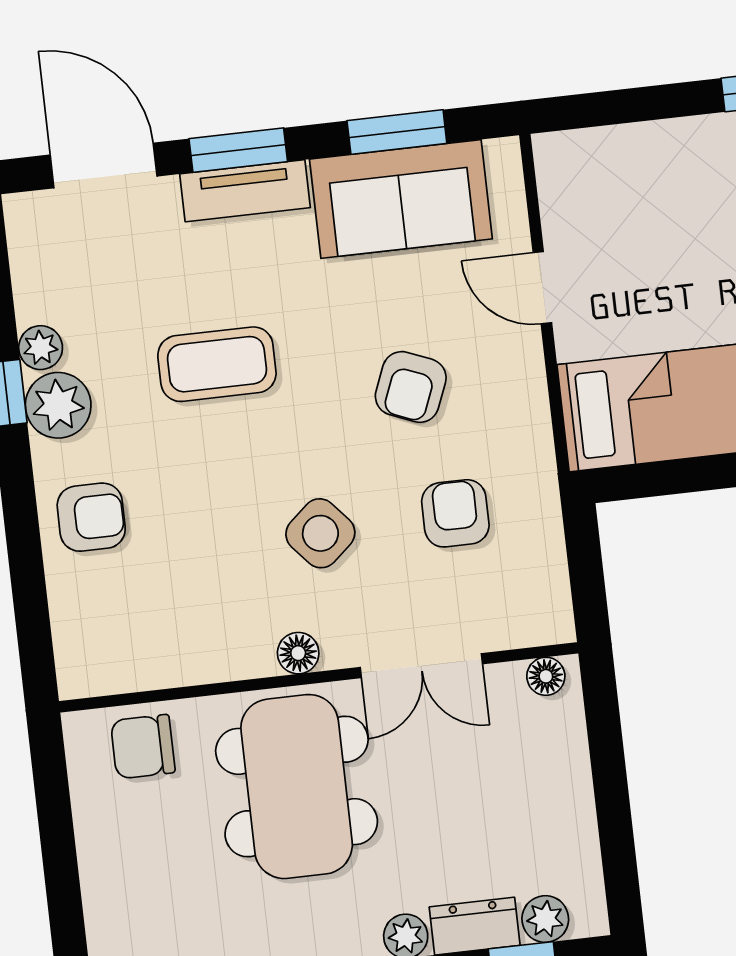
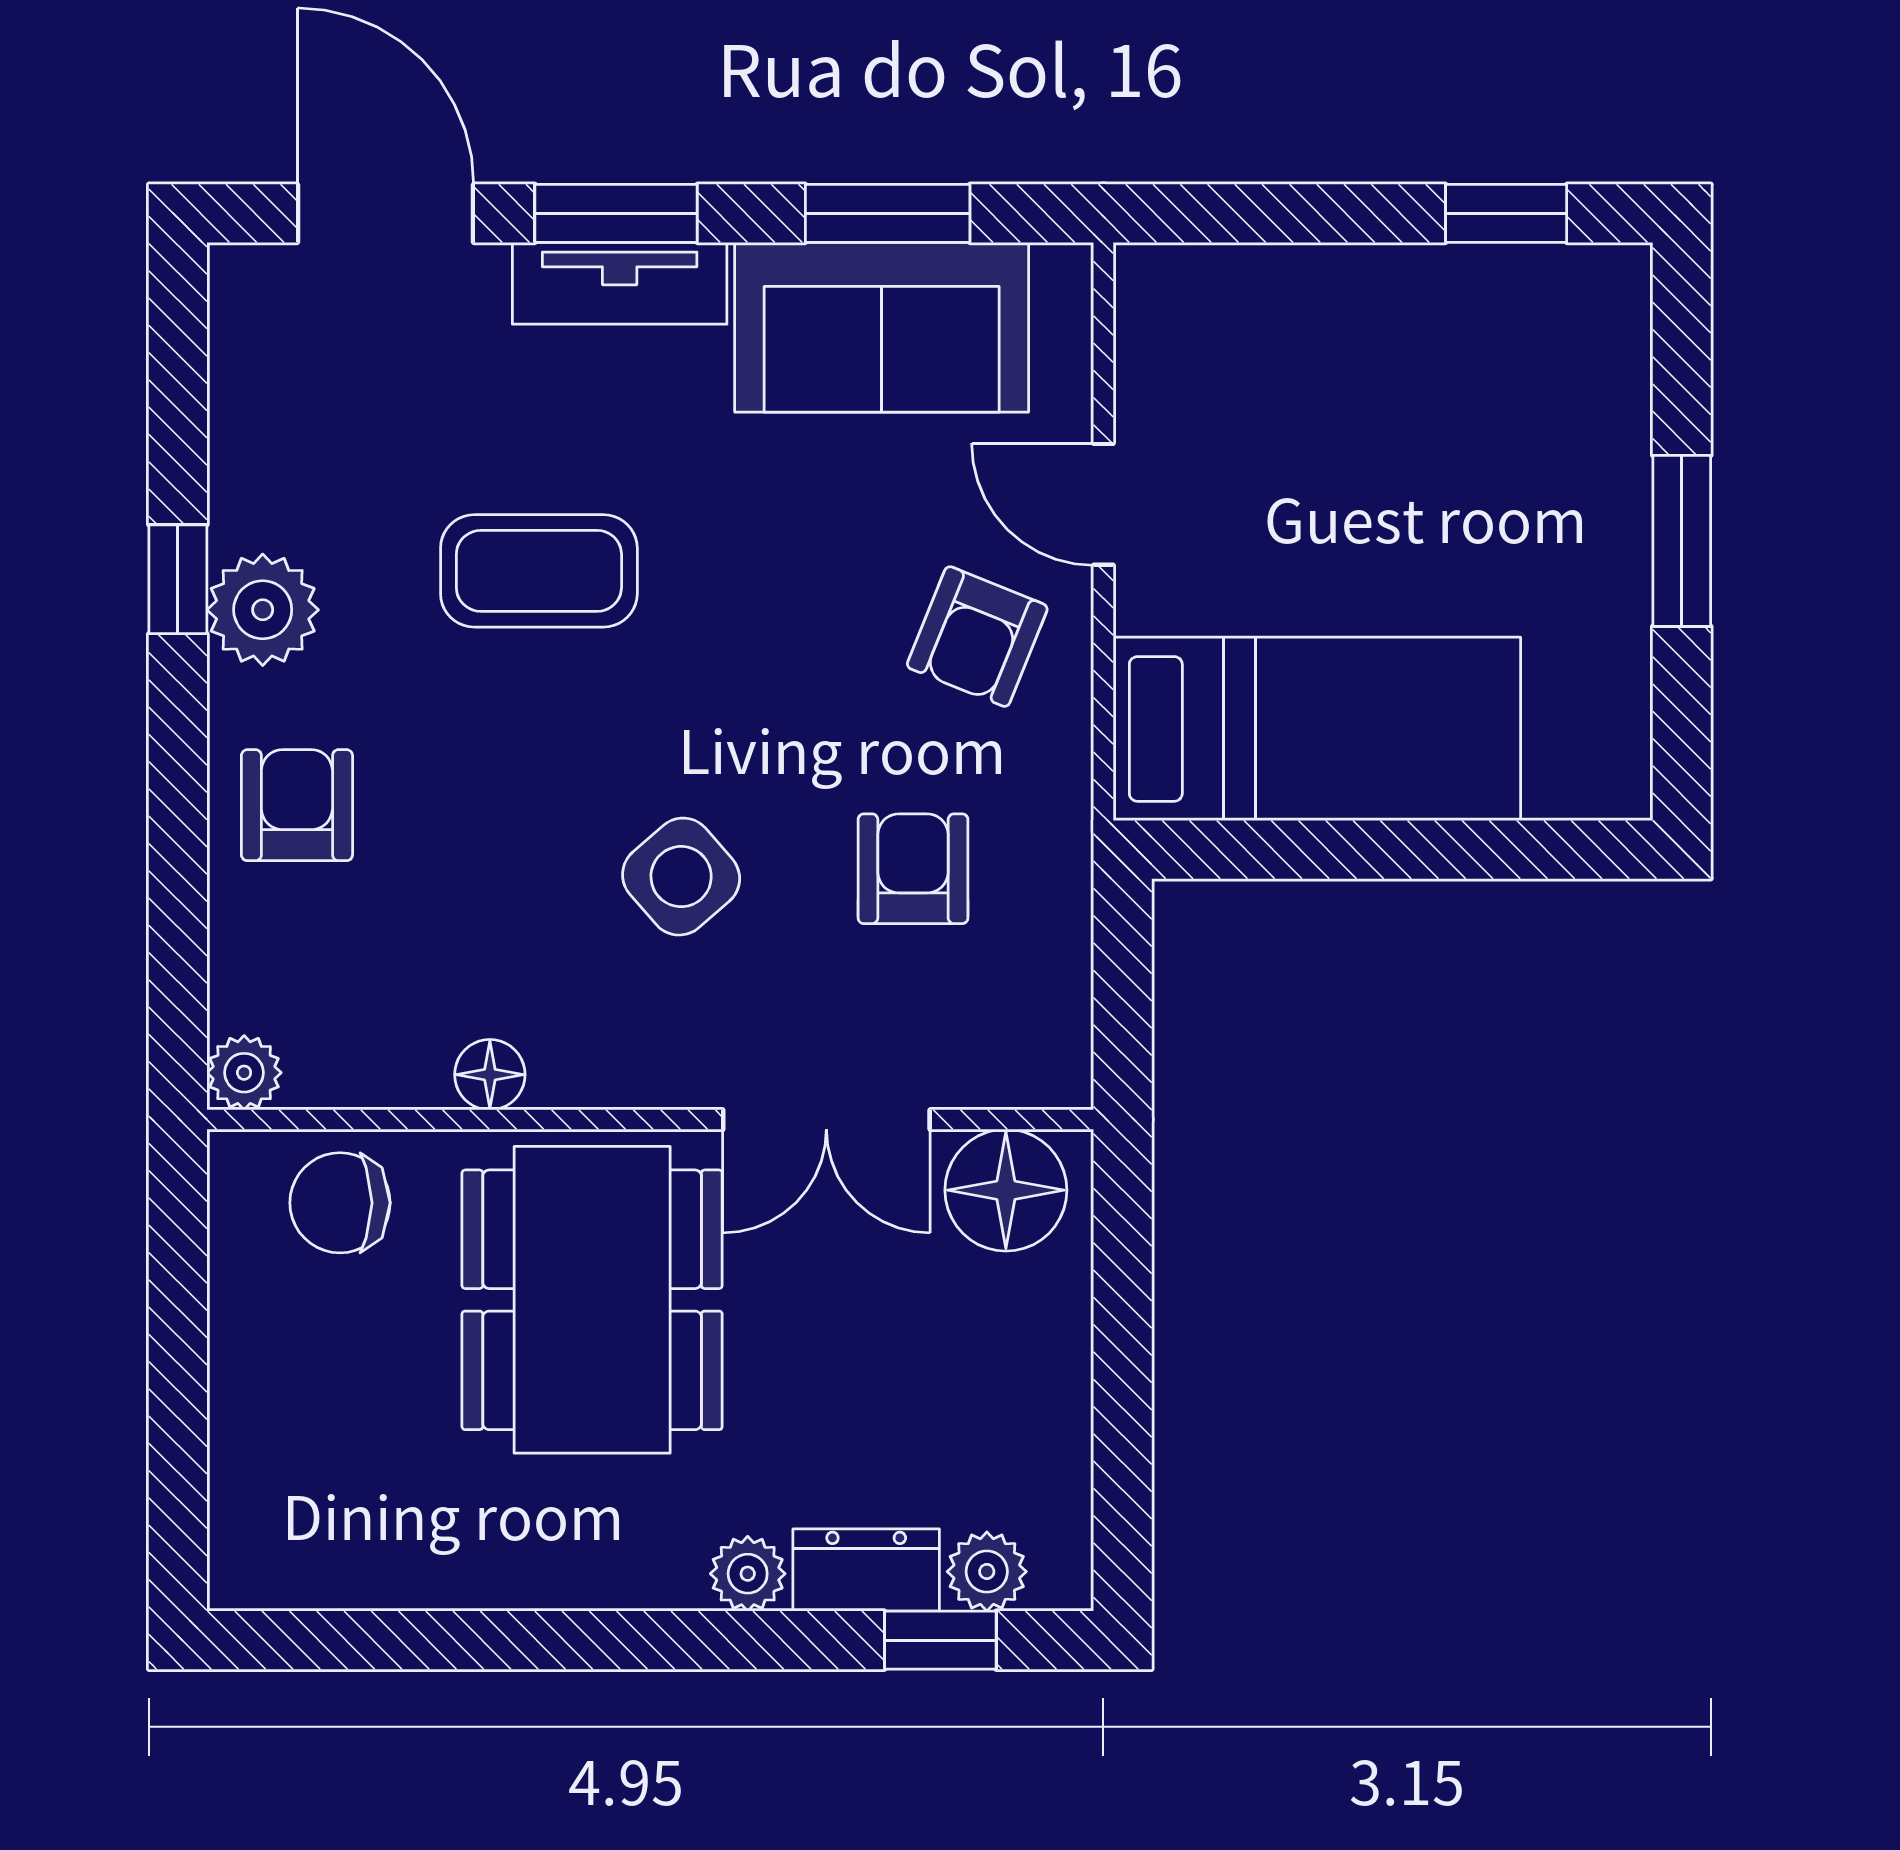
plant: (41, 348) -> (244, 1073), moved
armchair: (411, 387) -> (977, 637), moved
armchair: (91, 517) -> (297, 805), turned -90
floor lamp: (298, 653) -> (490, 1075), moved
floor lamp: (546, 676) -> (1006, 1190), width x1.89, depth x1.89

